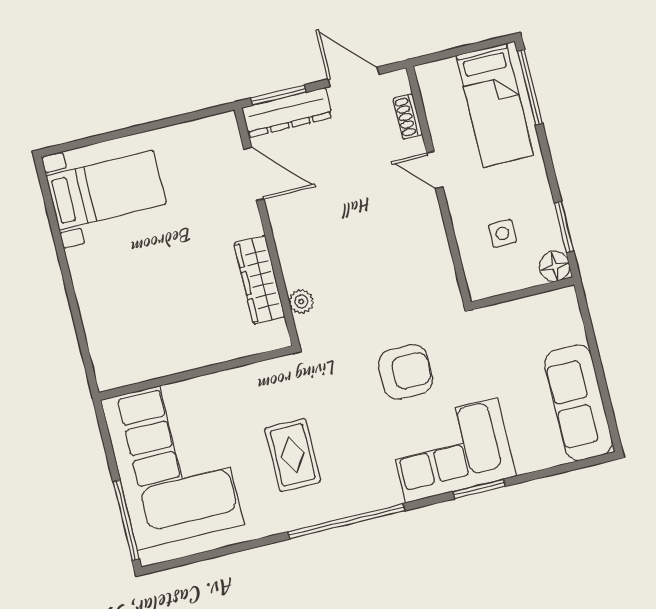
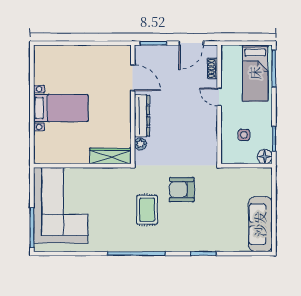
door: (353, 77) -> (191, 43), swing flipped
dresser: (287, 113) -> (142, 116), moved, turned -90
bed with nightstands: (106, 190) -> (61, 108), moved
wardrobe: (259, 280) -> (110, 156), moved, turned 90
armchair: (405, 372) -> (182, 190), turned 180
corner sofa: (452, 450) -> (195, 232), removed
rug: (293, 455) -> (147, 210), moved

